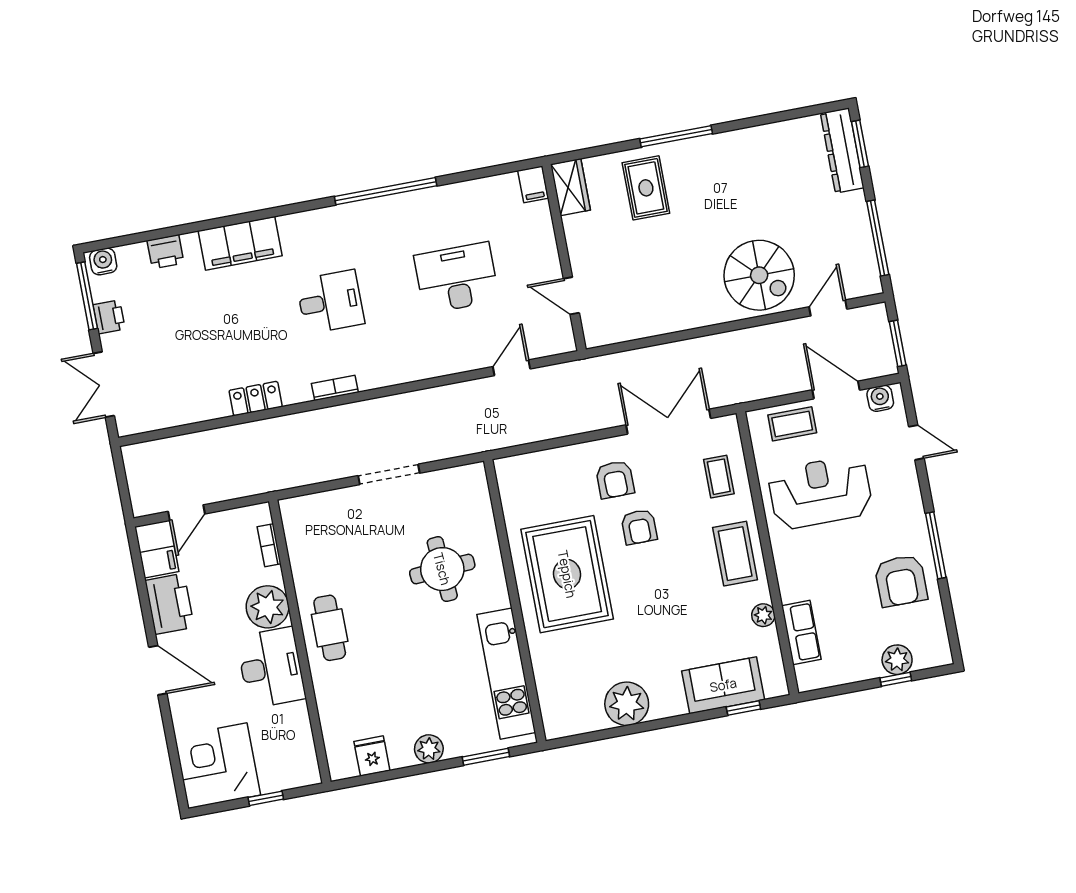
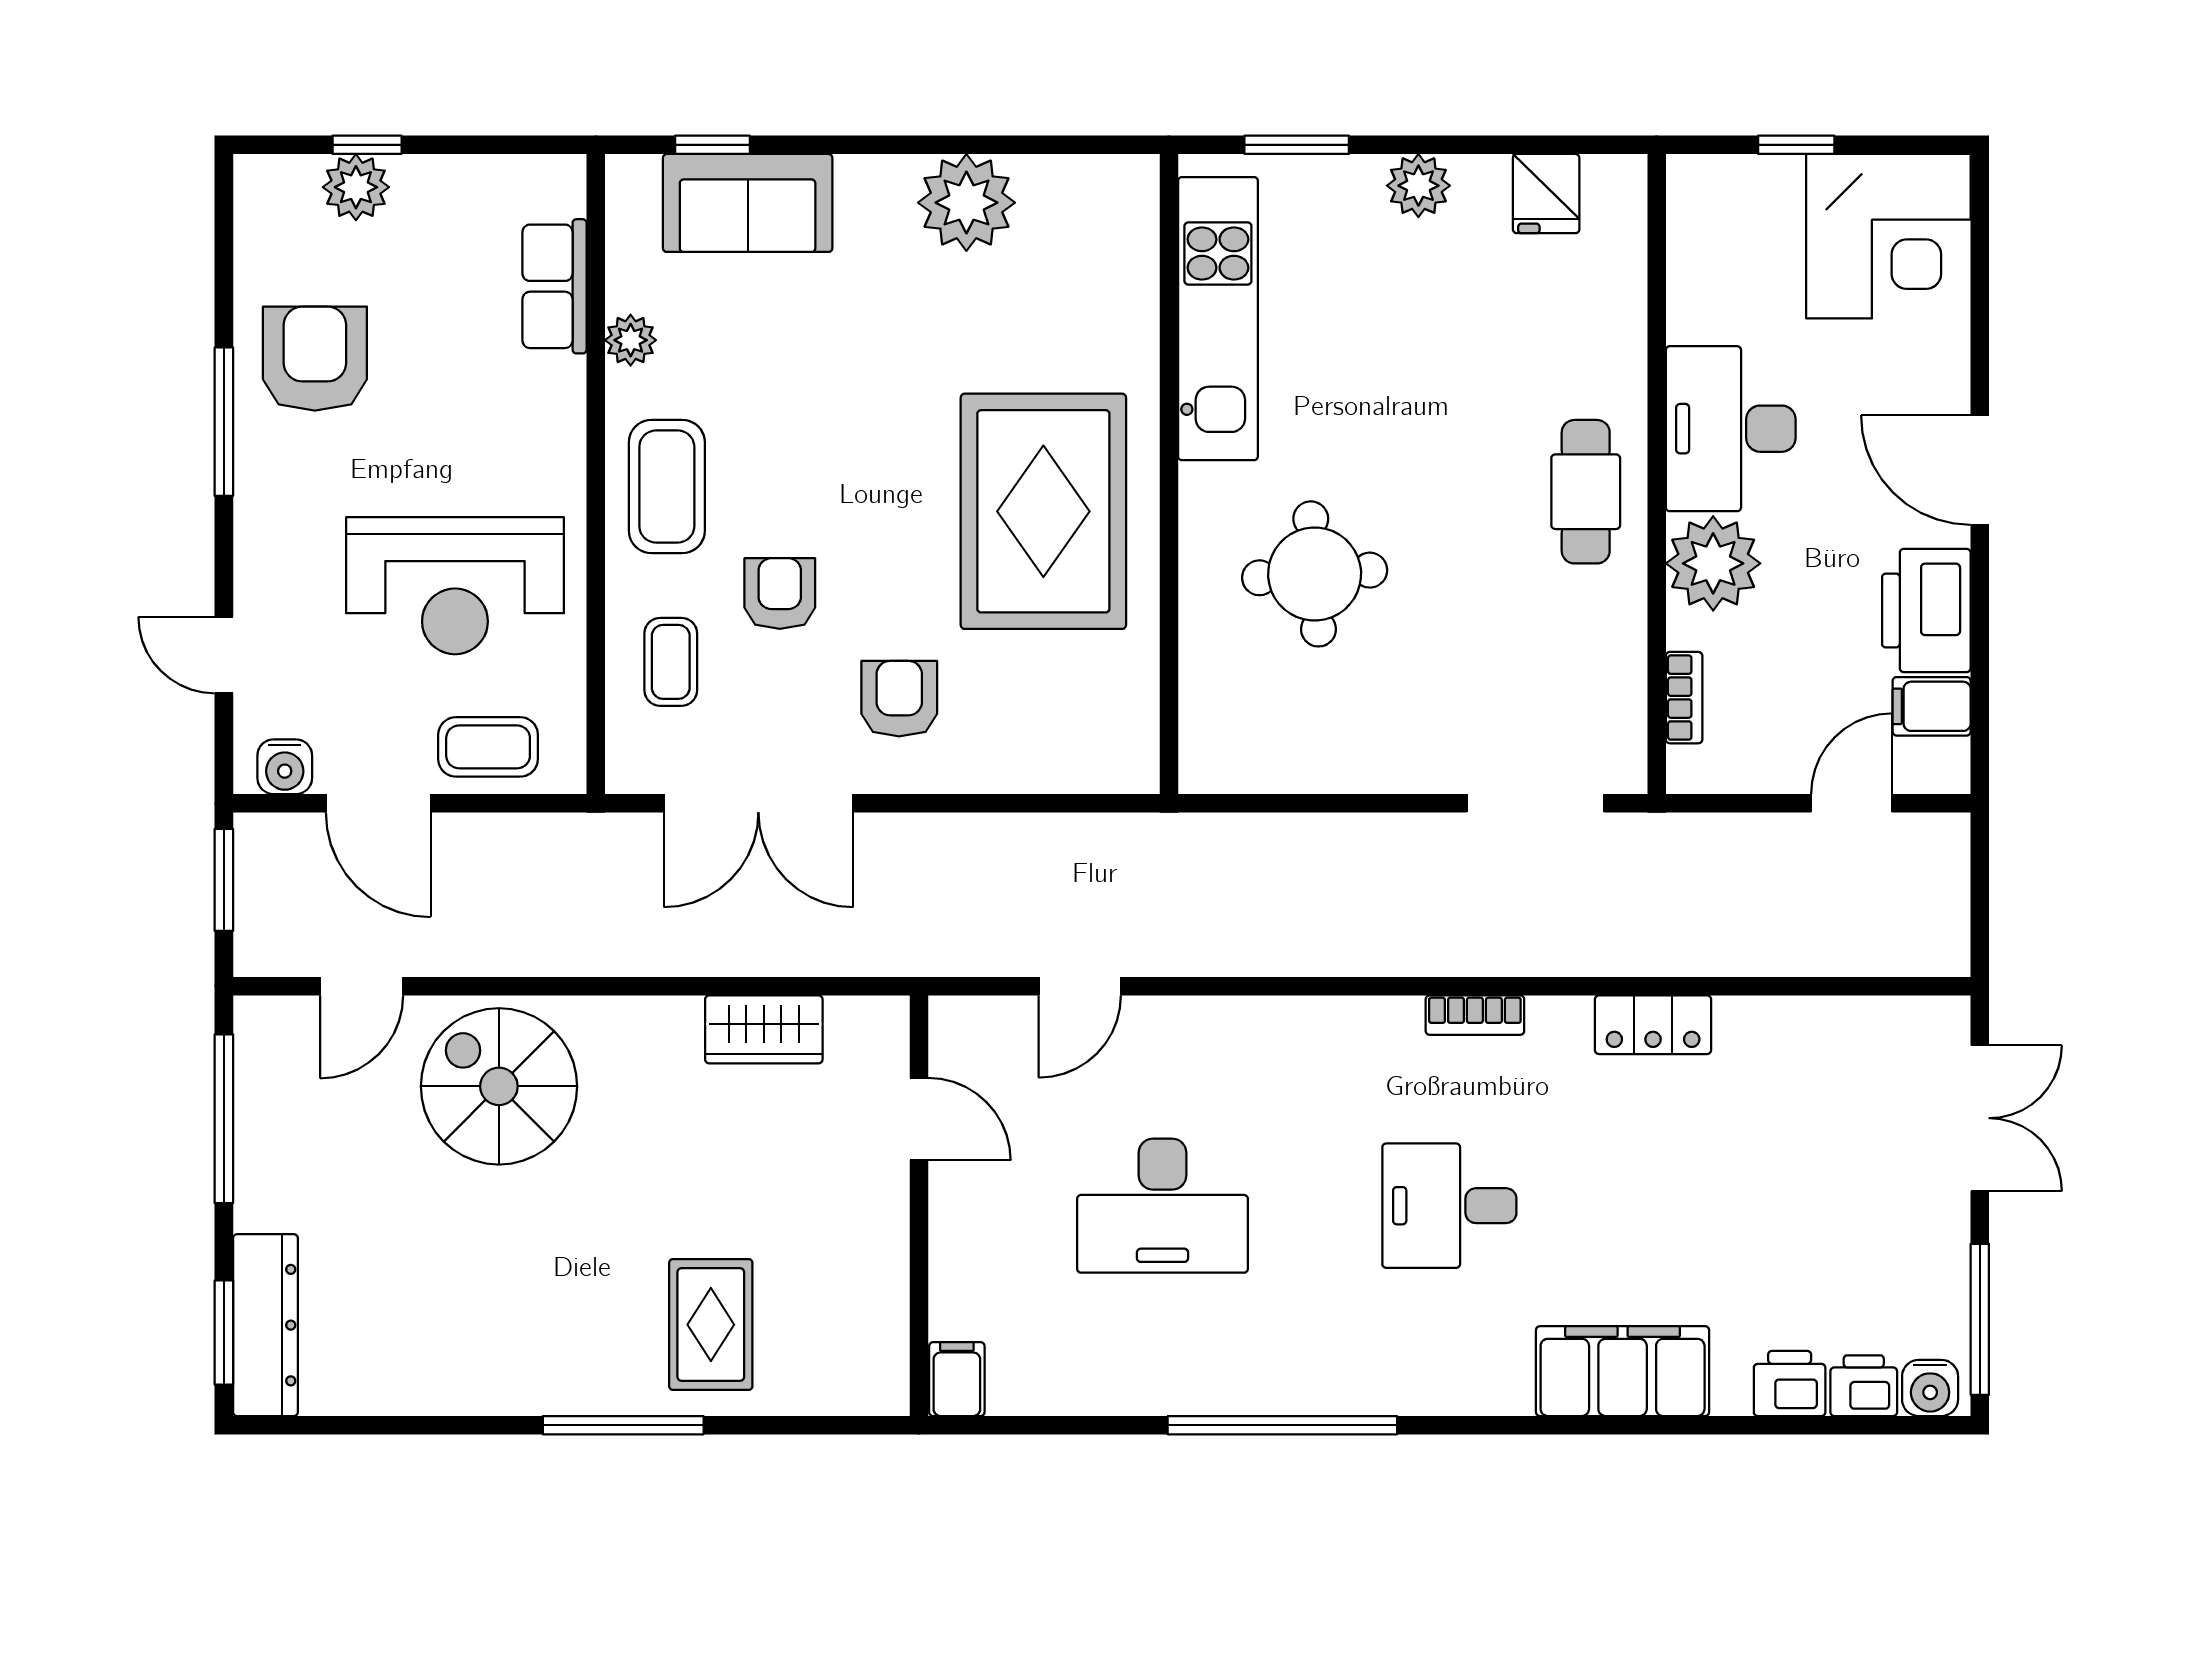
wardrobe: (570, 187) -> (764, 1029), moved, turned -90
printer: (109, 317) -> (1864, 1386), moved, turned 90
doorway: (389, 474) -> (1535, 803), moved
armchair: (639, 527) -> (780, 594), moved

